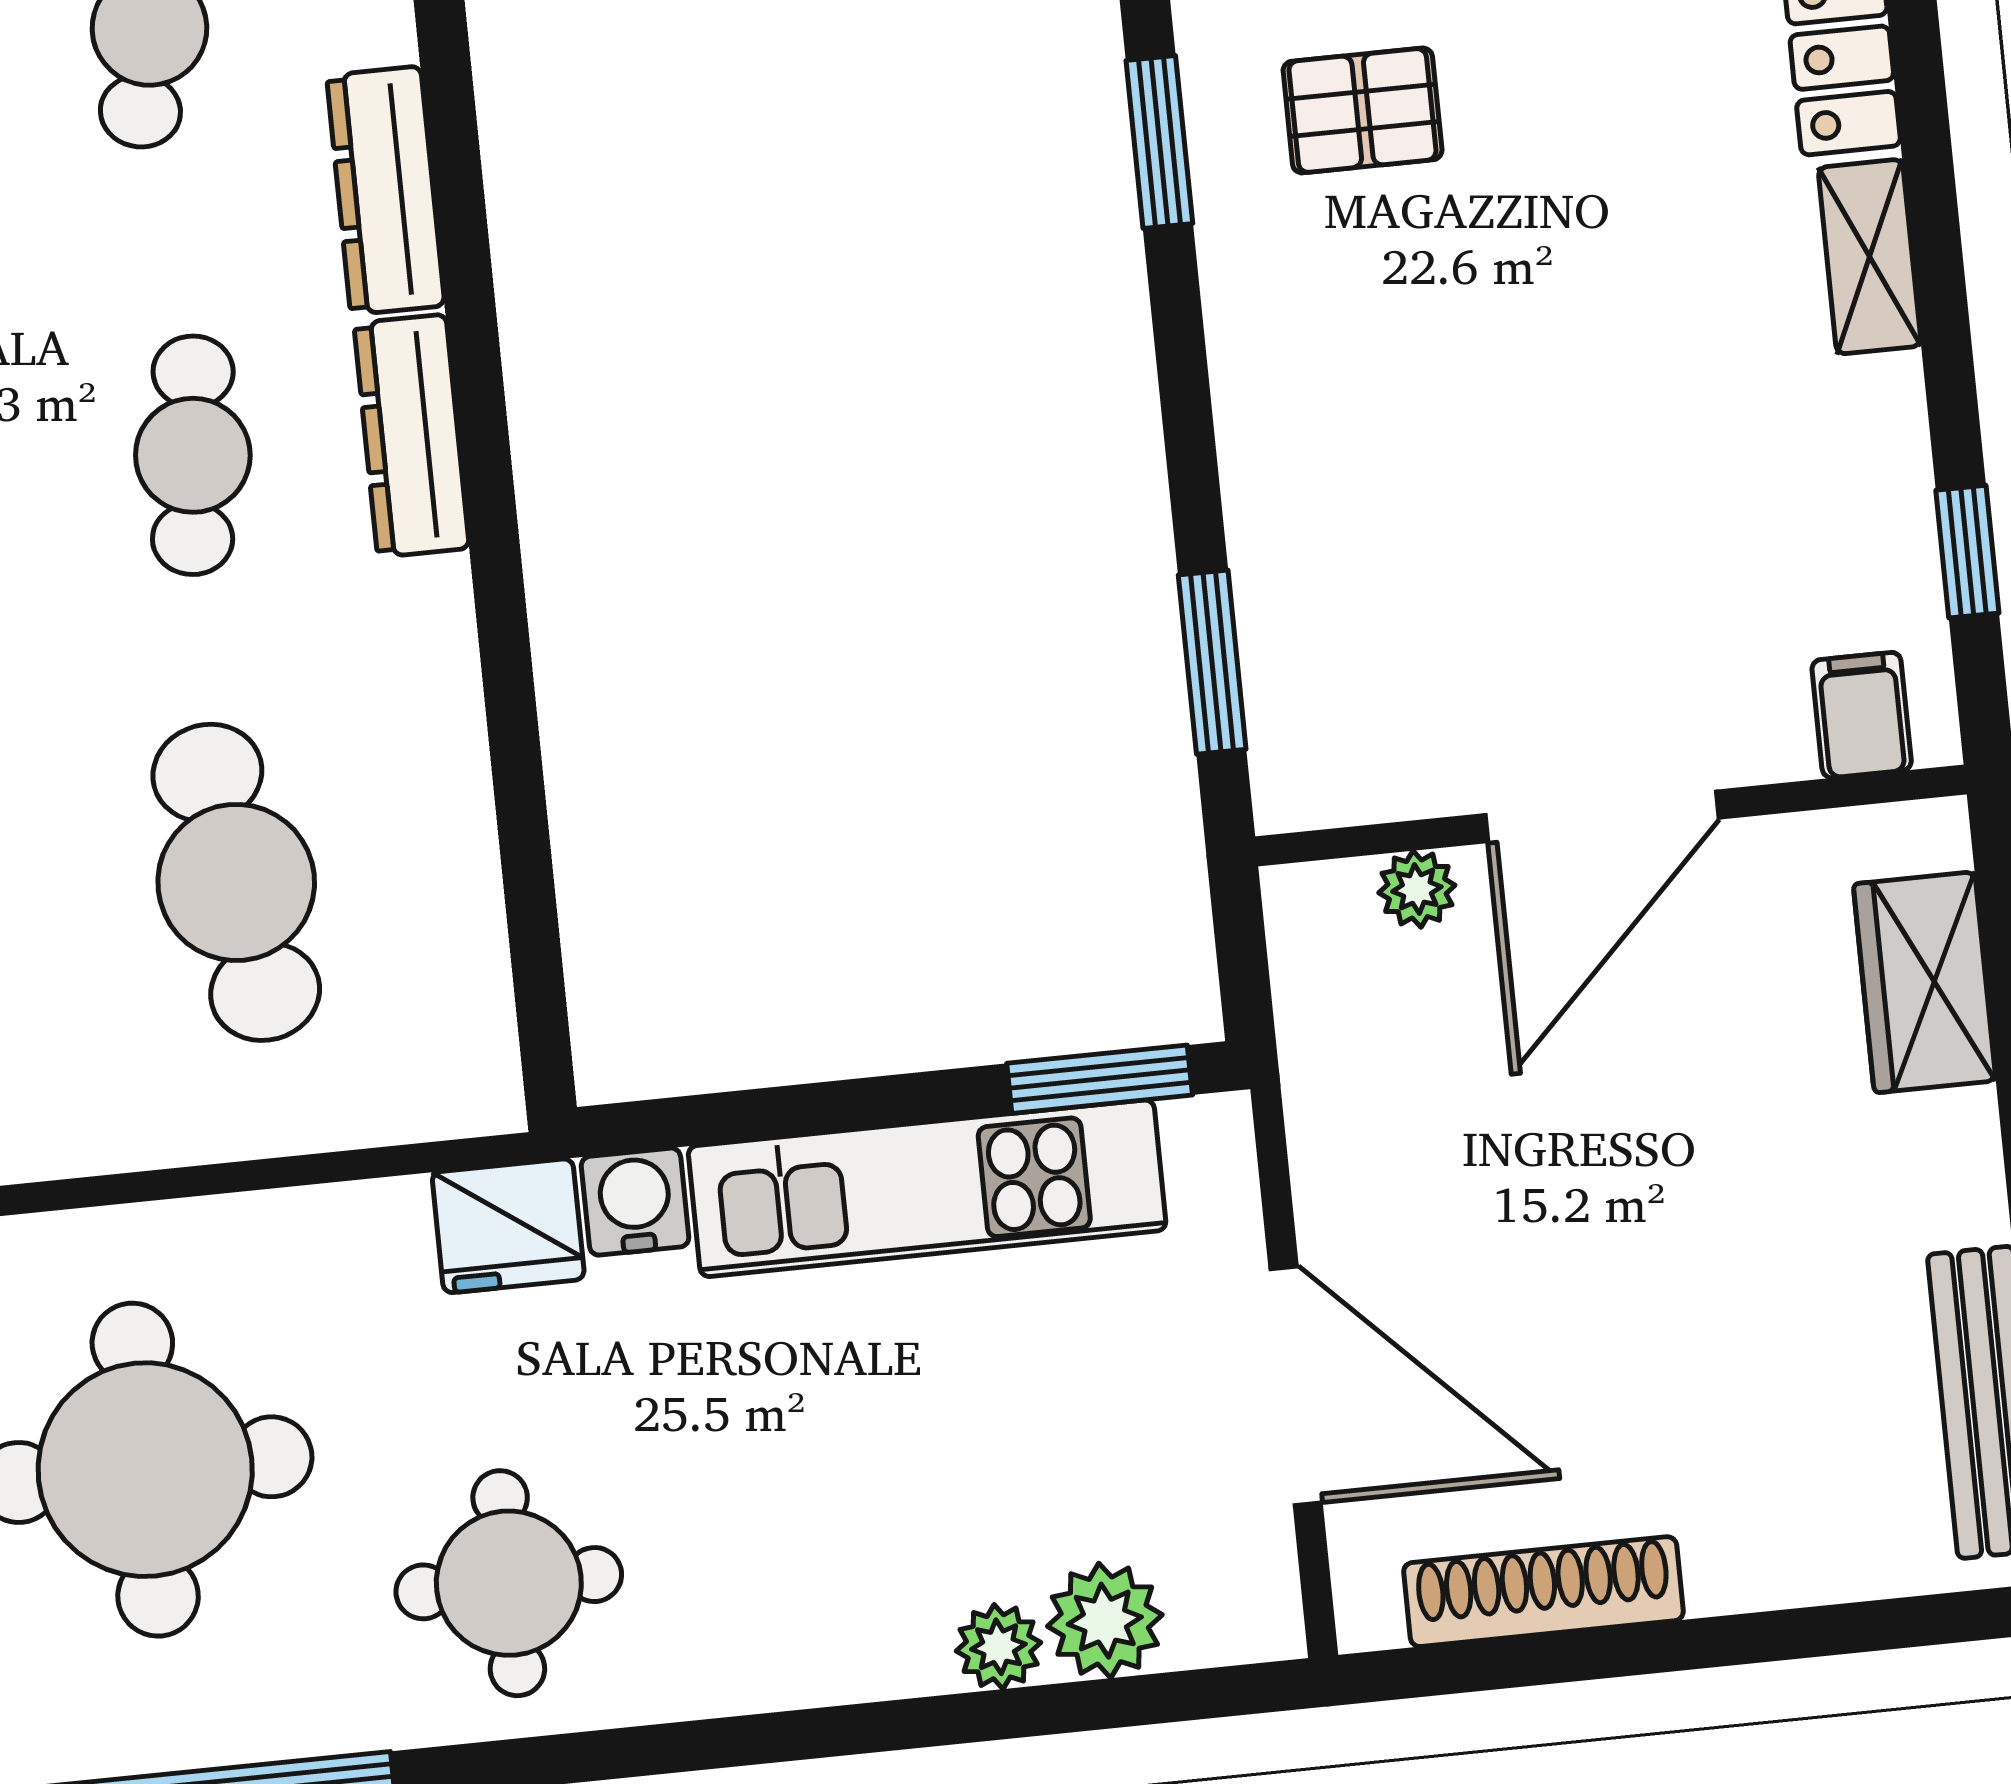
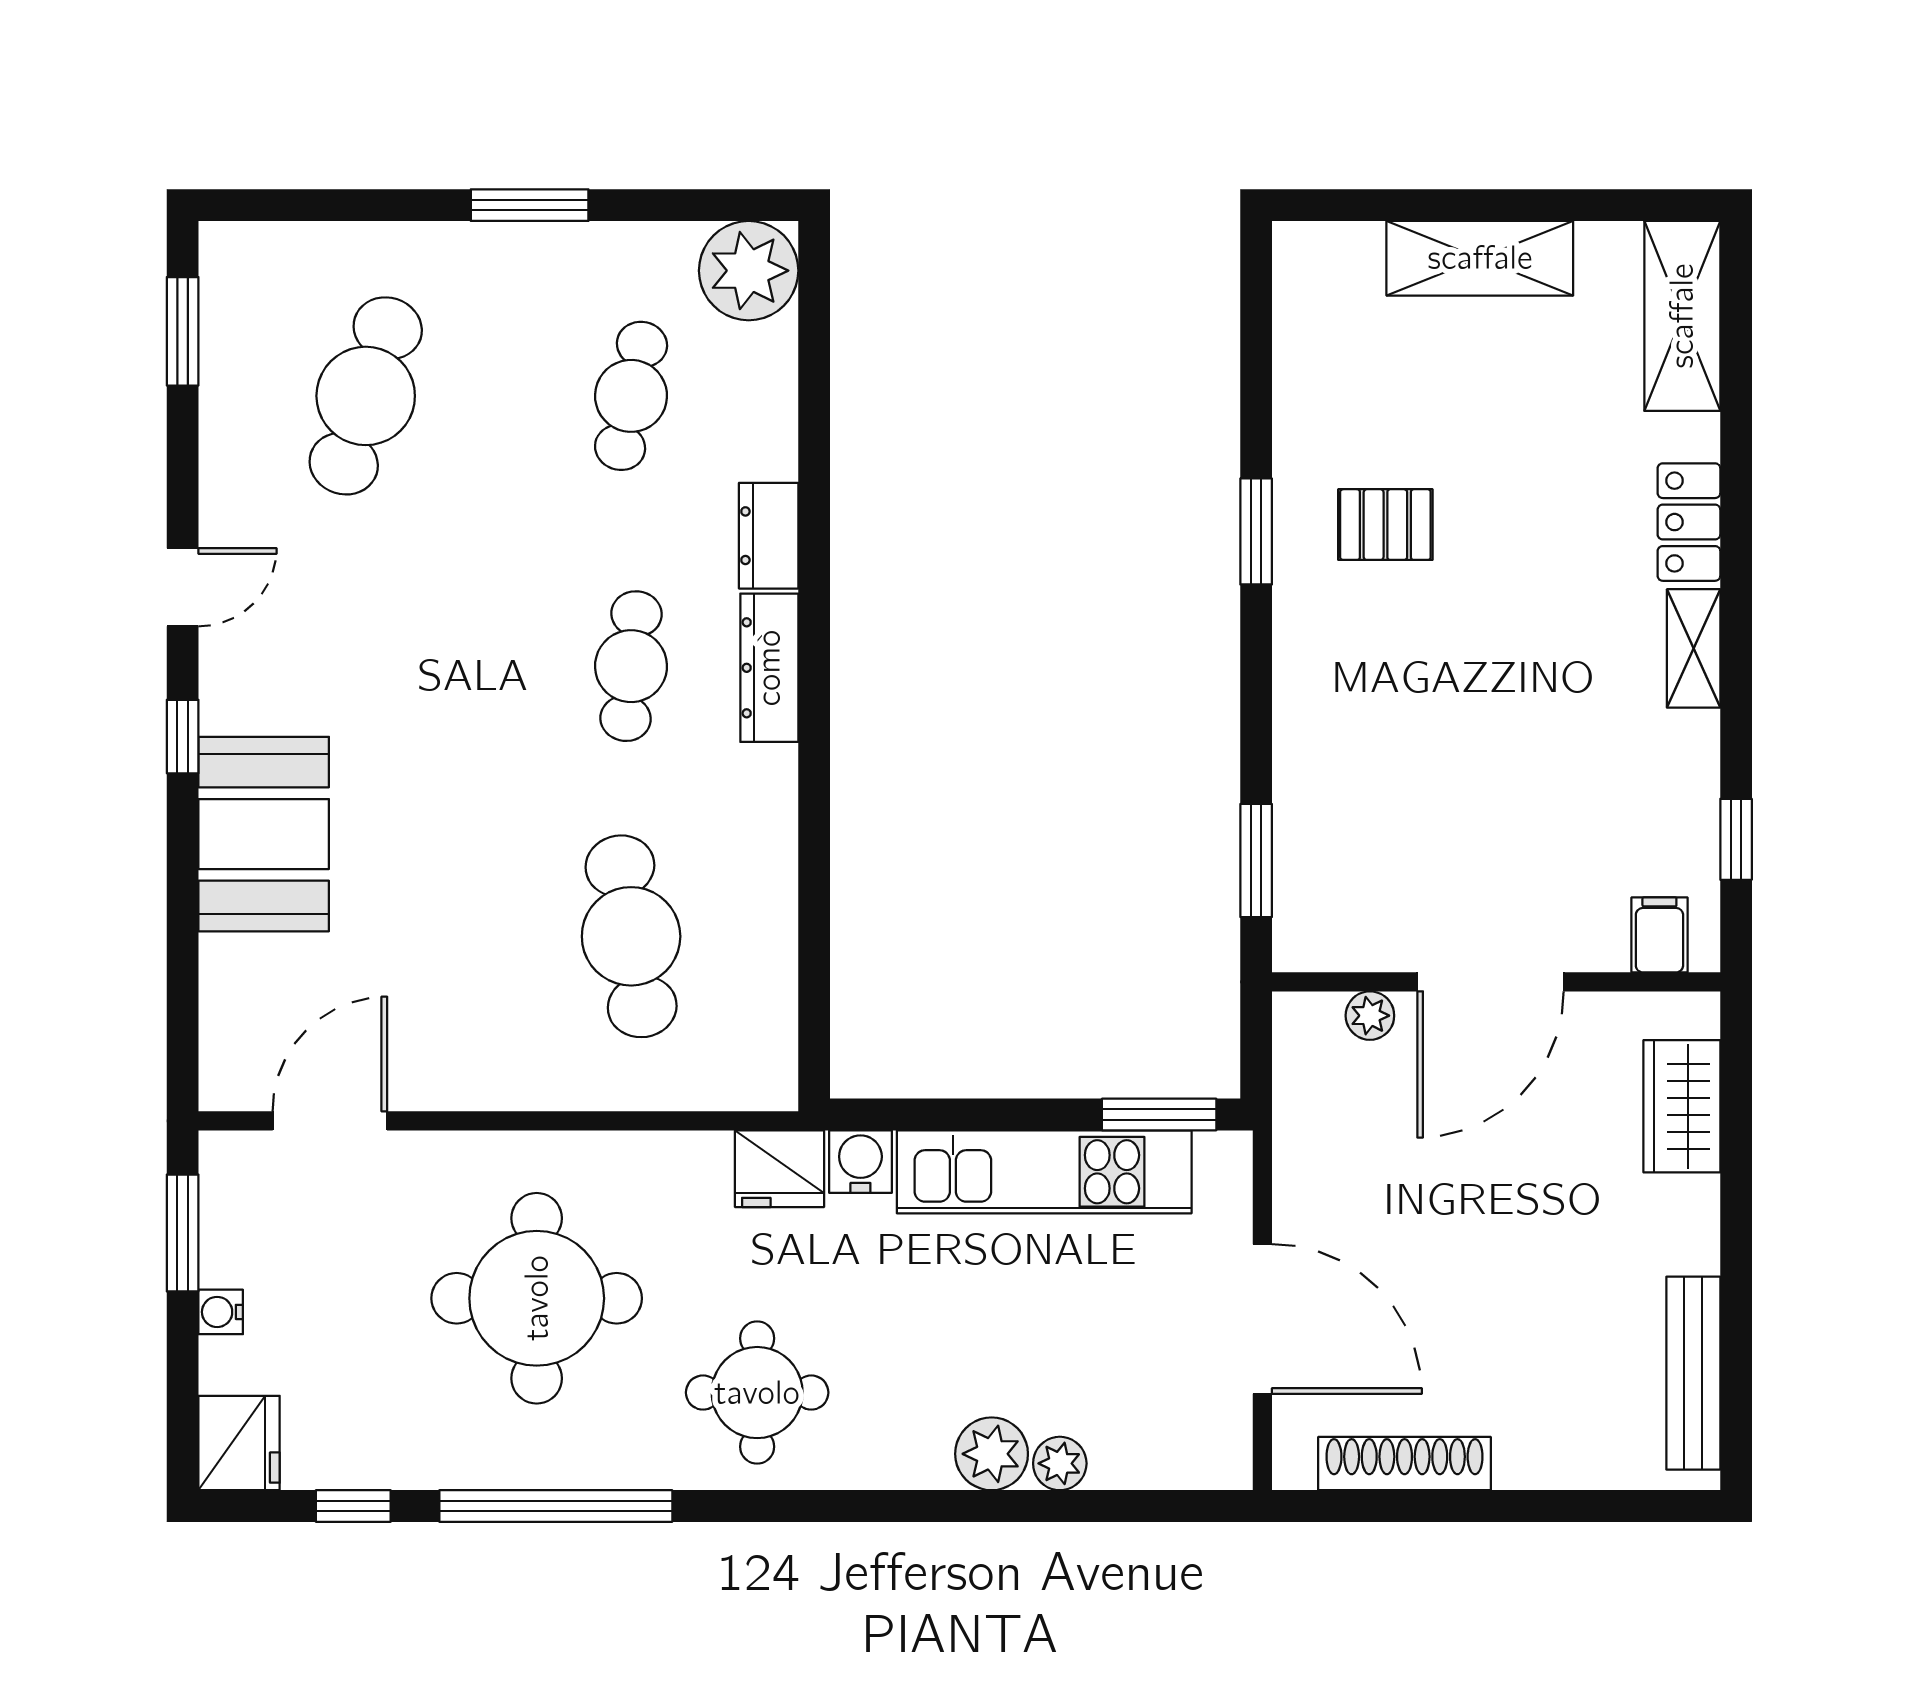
dresser: (386, 191) -> (769, 536), width x0.70
plant: (1105, 1621) -> (992, 1454), moved

